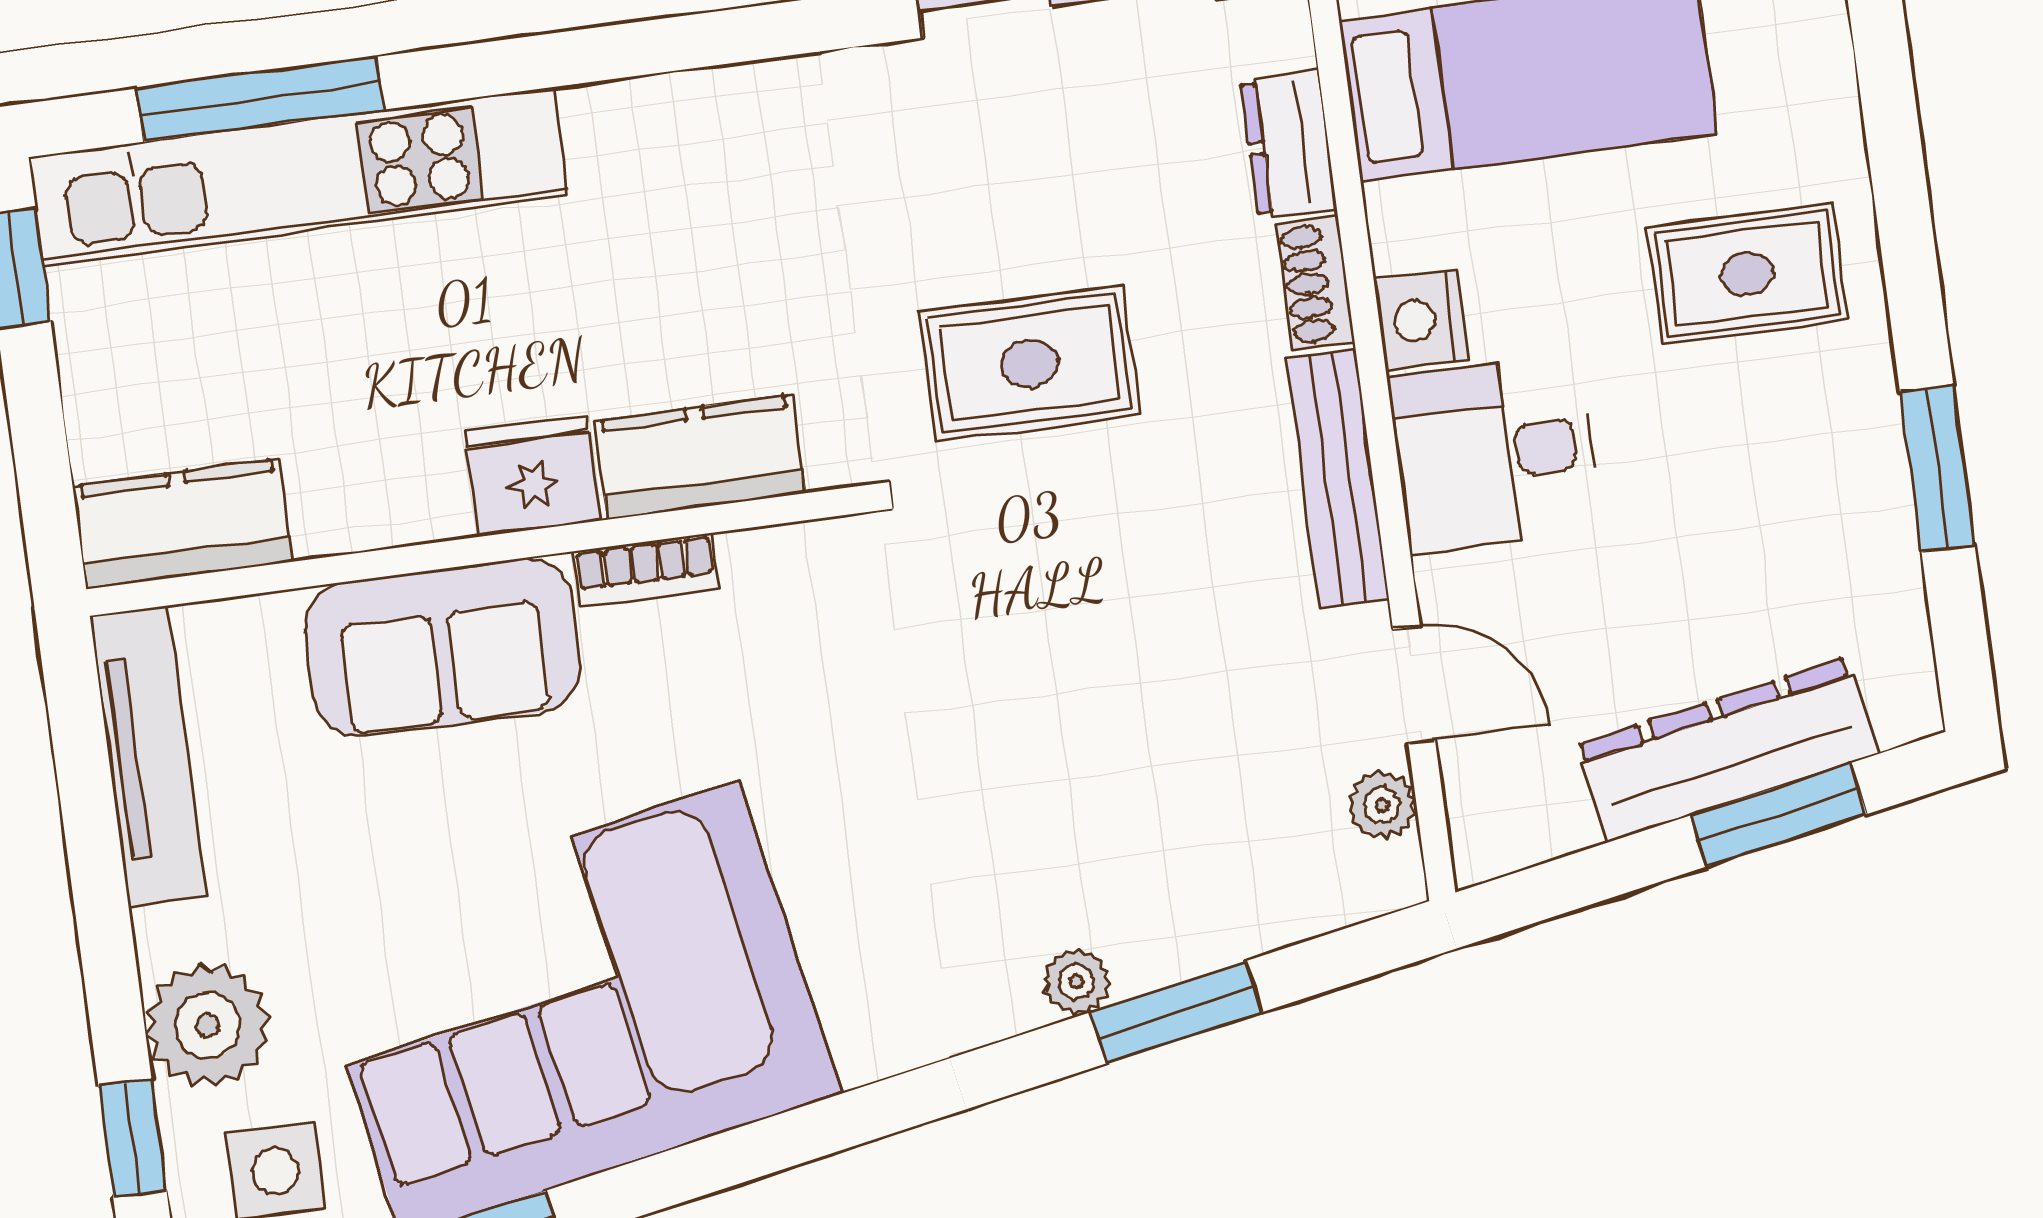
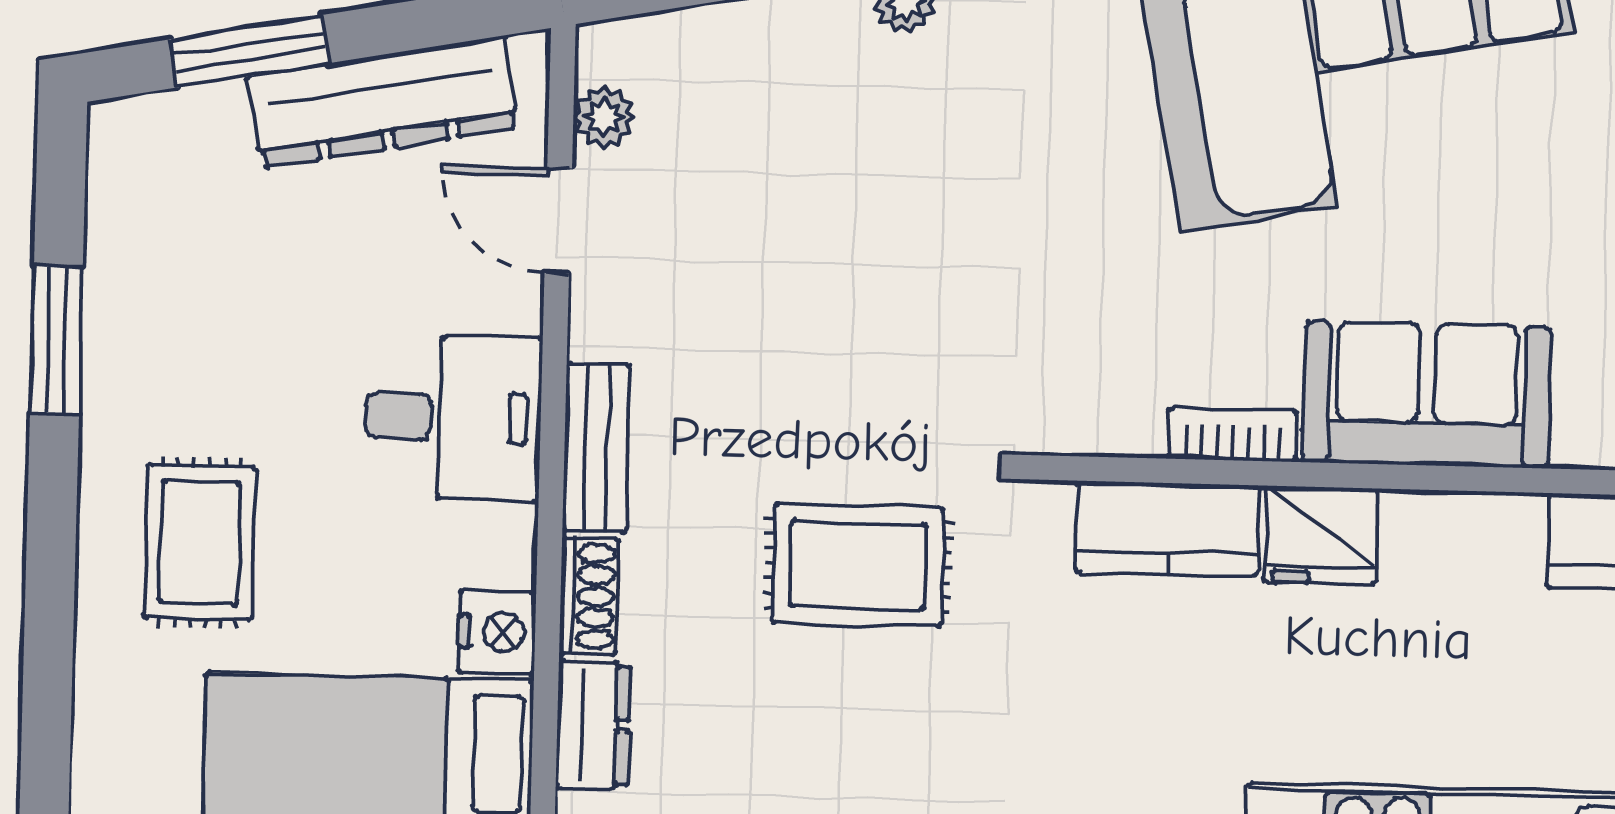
rug: (1747, 274) -> (200, 542), turned 90
nightstand: (1421, 320) -> (497, 632), moved
bench: (1338, 478) -> (596, 448), width x0.73
dresser: (1727, 750) -> (382, 102), moved

